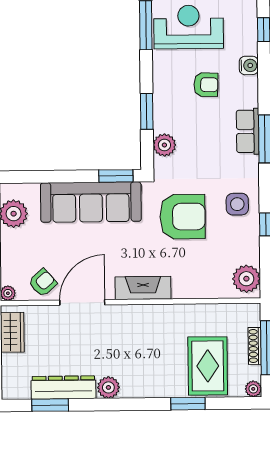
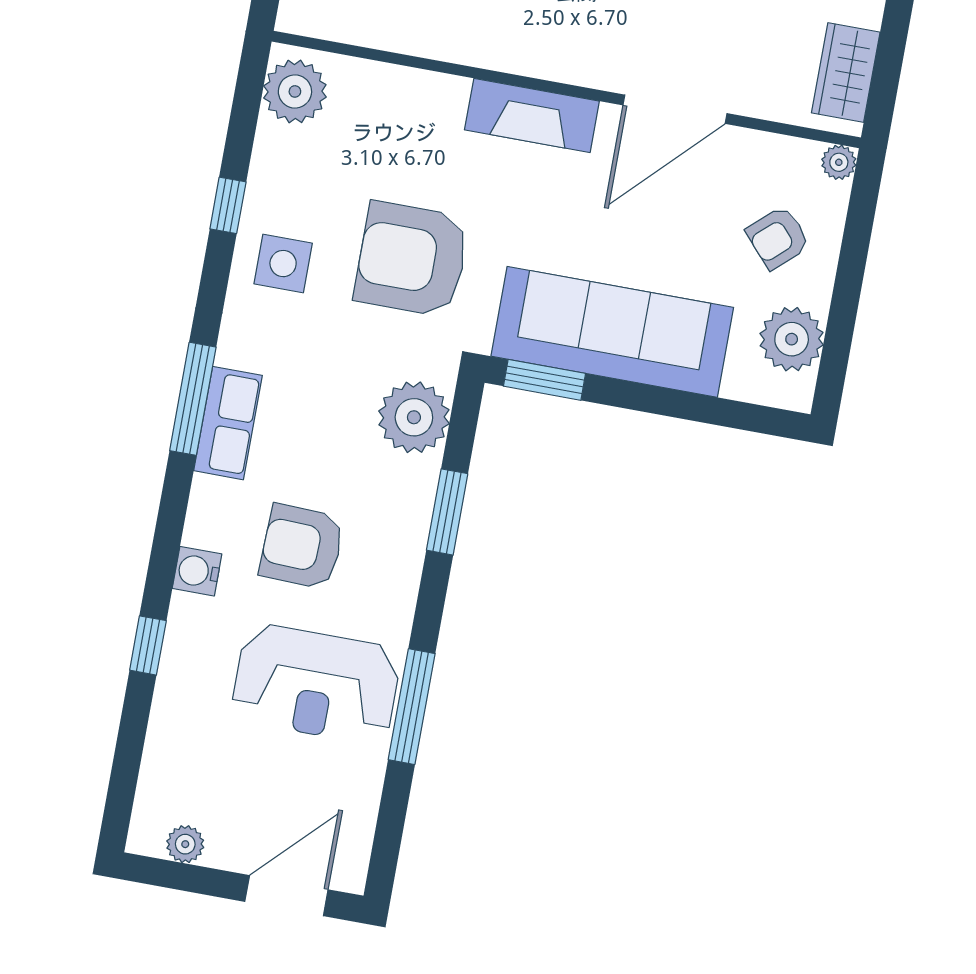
armchair: (206, 85) -> (302, 547), width x1.38, depth x1.38
plant: (164, 145) -> (414, 417), width x1.36, depth x1.36
armchair: (43, 283) -> (778, 238), moved

